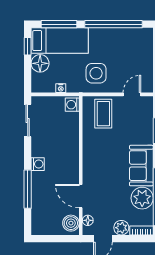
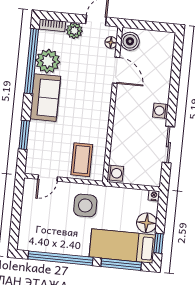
nightstand: (61, 88) -> (154, 196), moved
sliding door: (28, 121) -> (168, 145), moved
window: (28, 189) -> (174, 84), removed

